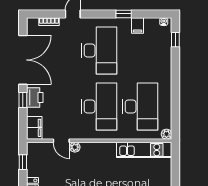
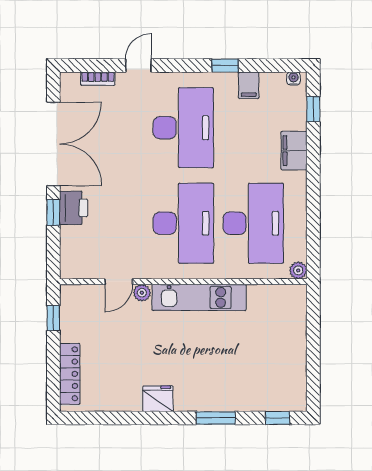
filing cabinet: (34, 128) -> (294, 151), moved, turned 180
door: (61, 141) -> (119, 282), hinge flipped
kitchen unit: (144, 150) -> (199, 297), moved

